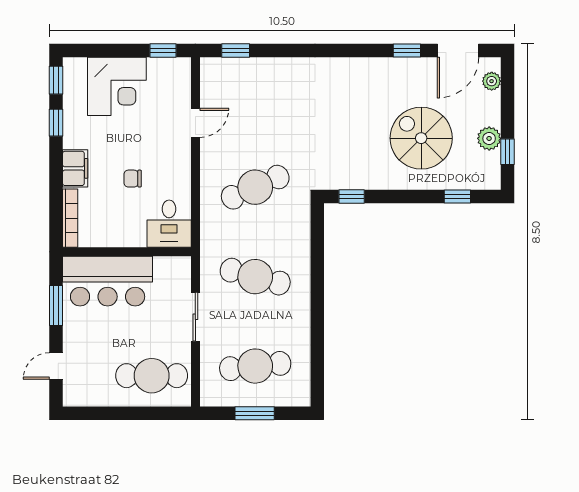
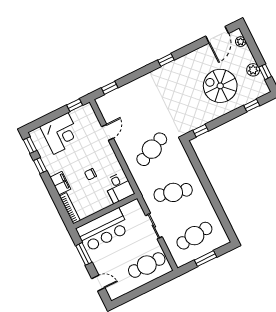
window: (407, 50) -> (166, 60), moved
door: (56, 366) -> (98, 283), swing flipped

